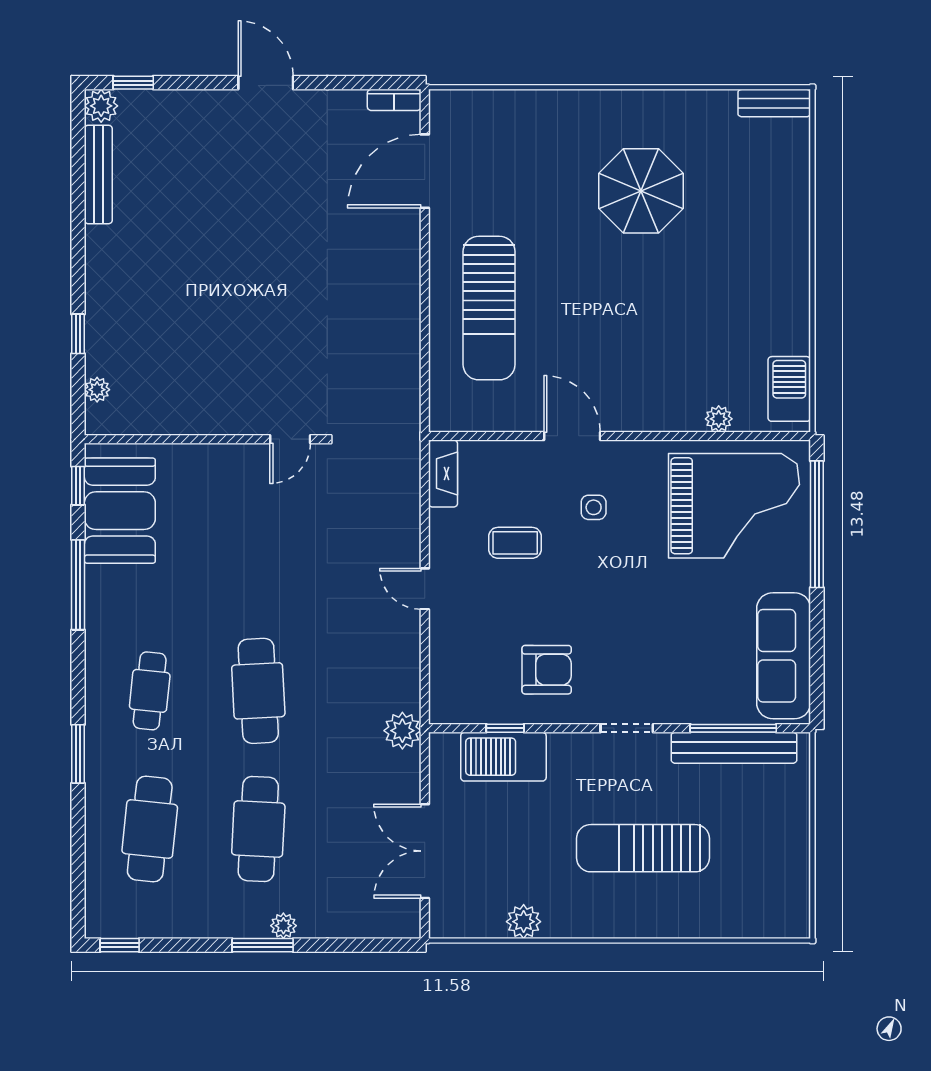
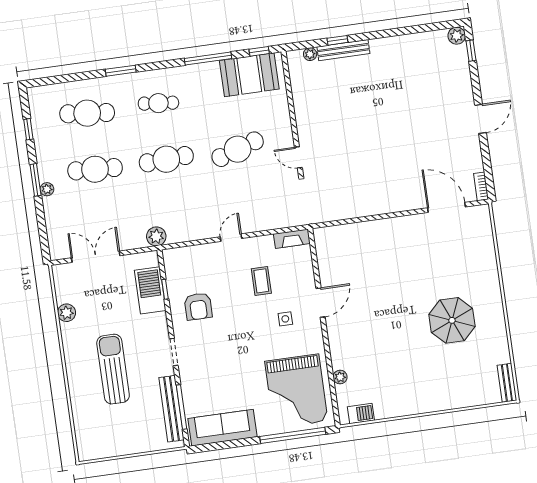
bench: (98, 174) -> (343, 50), moved
sun lounger: (489, 308) -> (381, 250), removed
barbecue: (789, 389) -> (361, 414), width x0.73, depth x0.79
cafe table: (258, 553) -> (238, 149), added
window: (120, 945) -> (28, 129), moved

